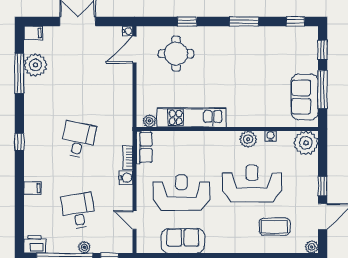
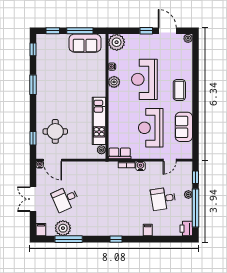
window: (187, 21) -> (33, 138), moved
desk: (78, 140) -> (65, 199), moved, turned -36
coffee table: (275, 227) -> (179, 90), moved

